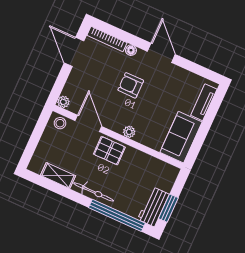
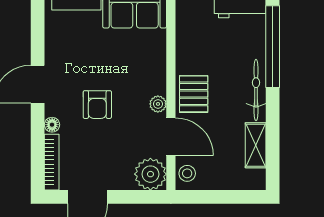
plant: (63, 102) -> (150, 174), width x1.88, depth x1.88
door: (88, 123) -> (171, 137), swing flipped
plant: (129, 132) -> (158, 104), moved

